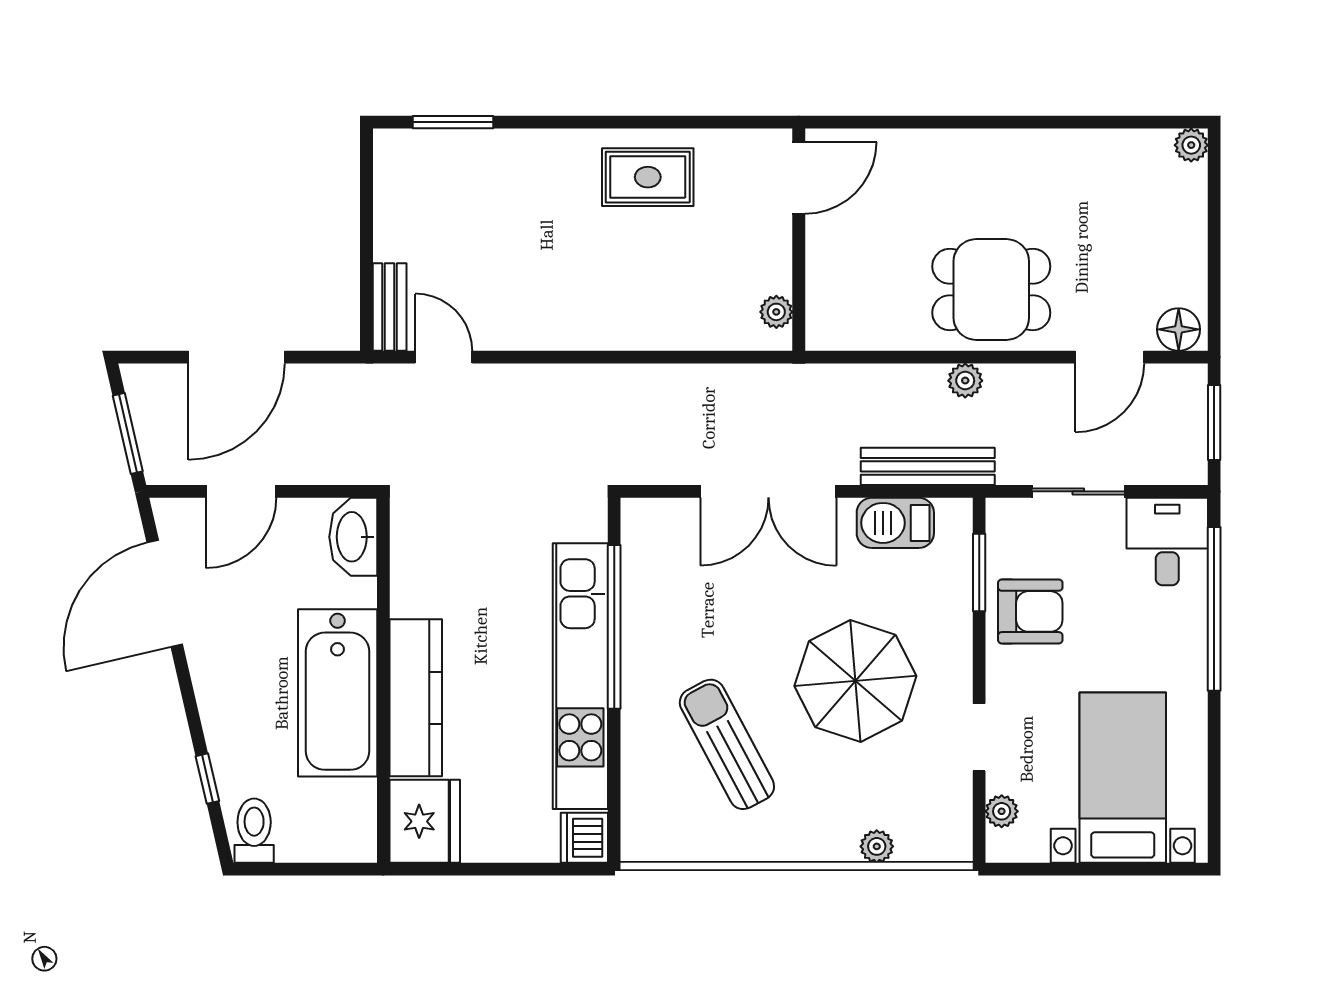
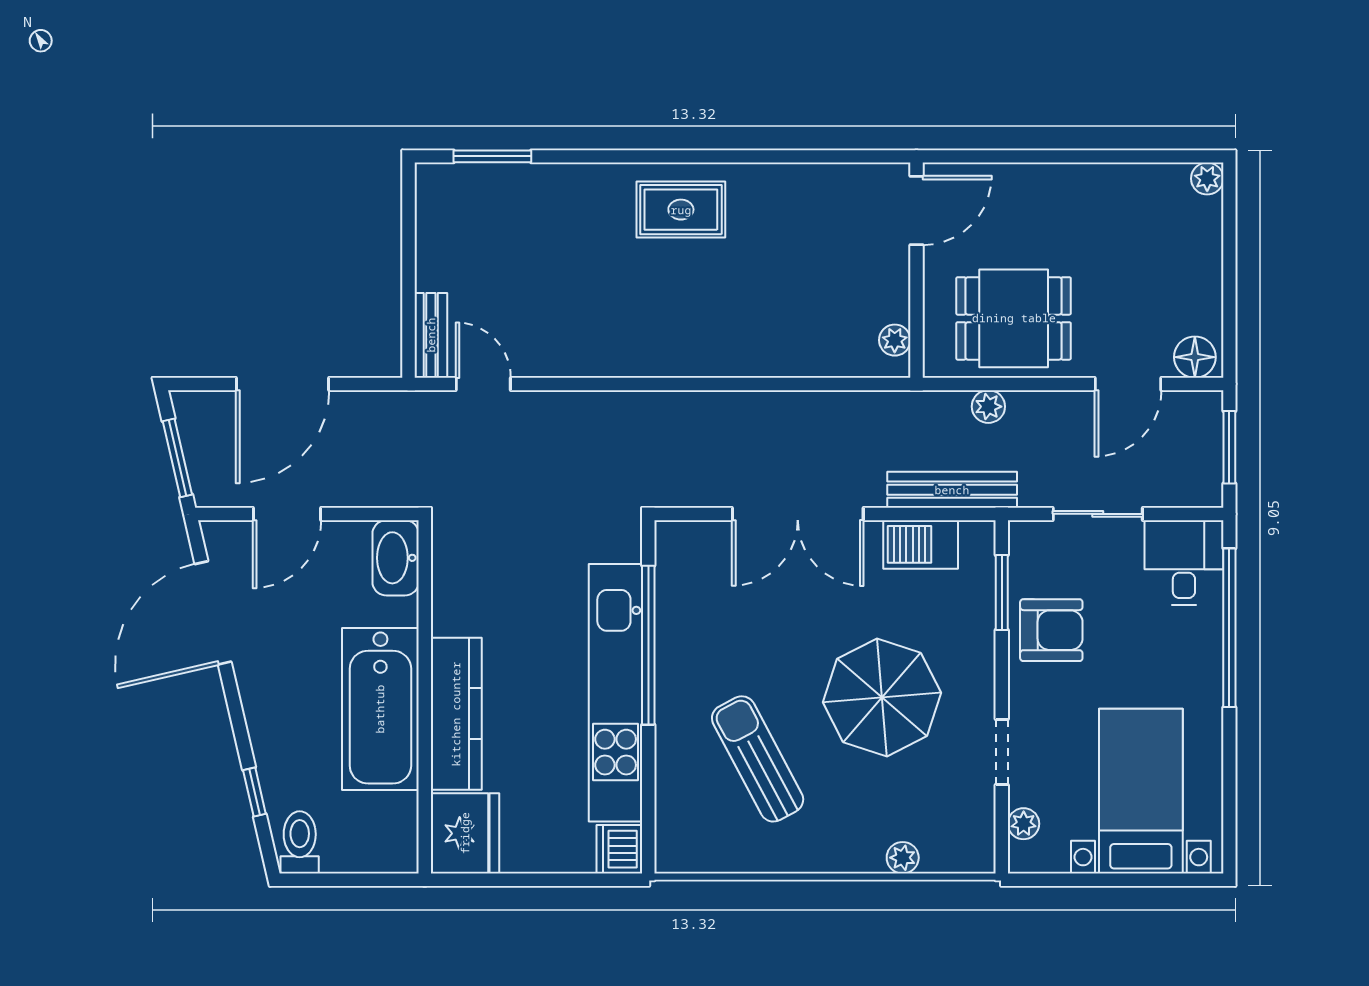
door: (799, 178) -> (916, 210), moved
wall: (799, 240) -> (916, 270), moved
plant: (776, 312) -> (895, 340), moved

